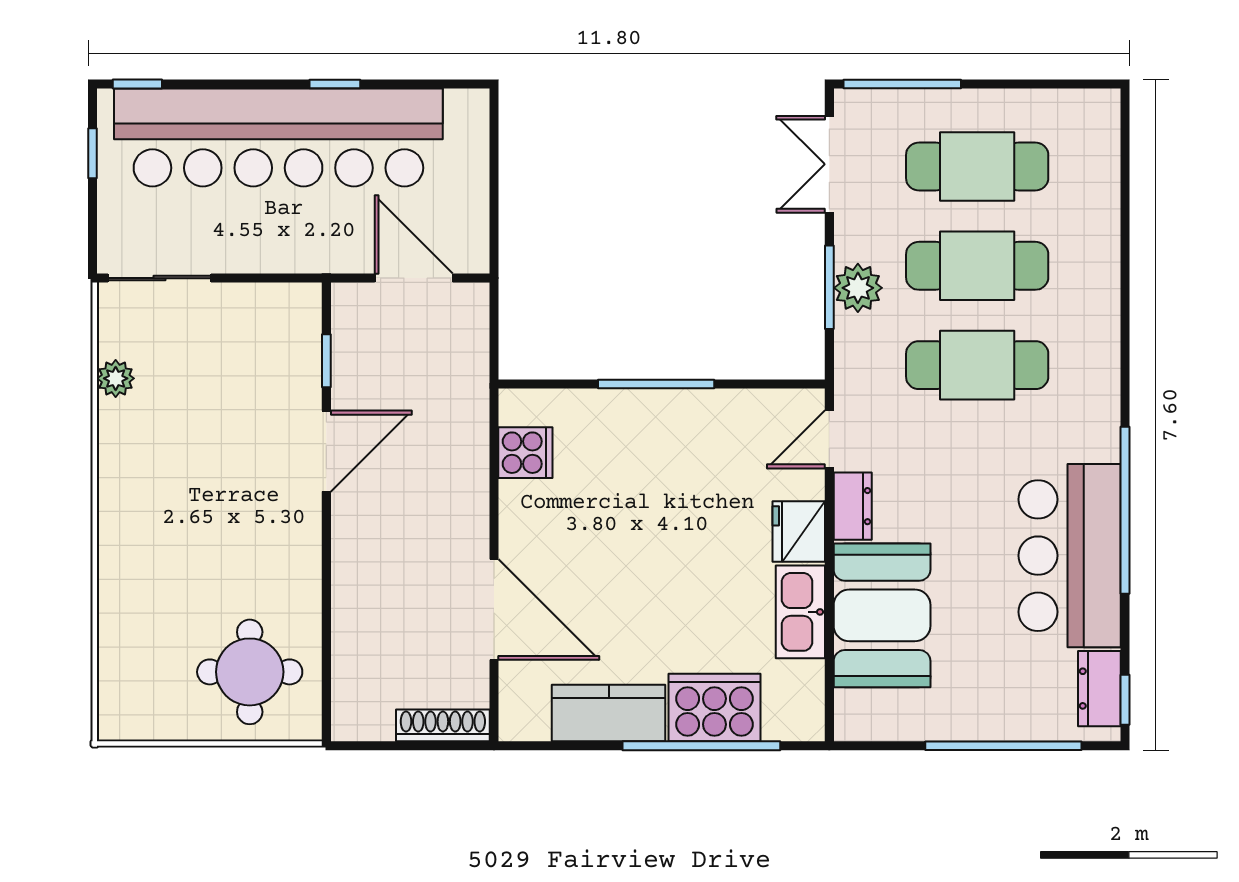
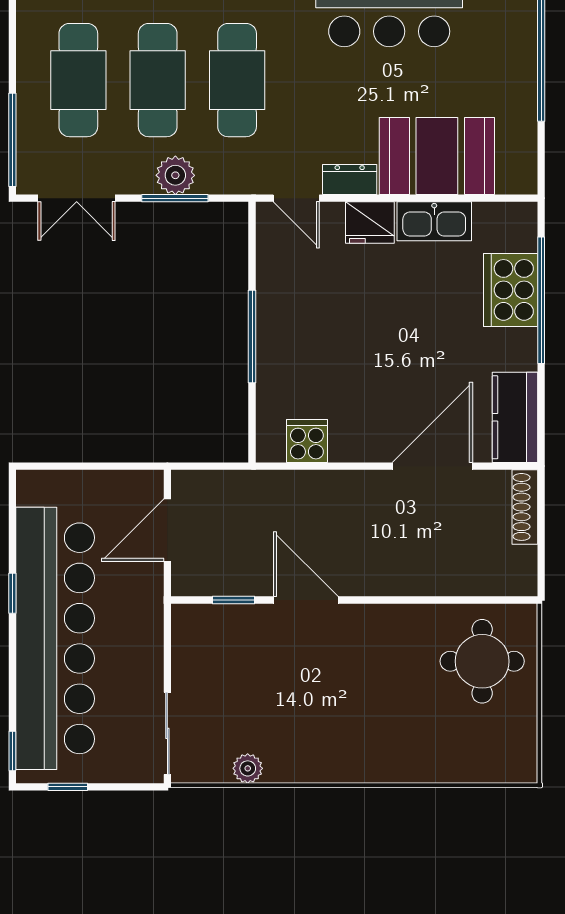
kitchen counter: (609, 713) -> (515, 417), moved

